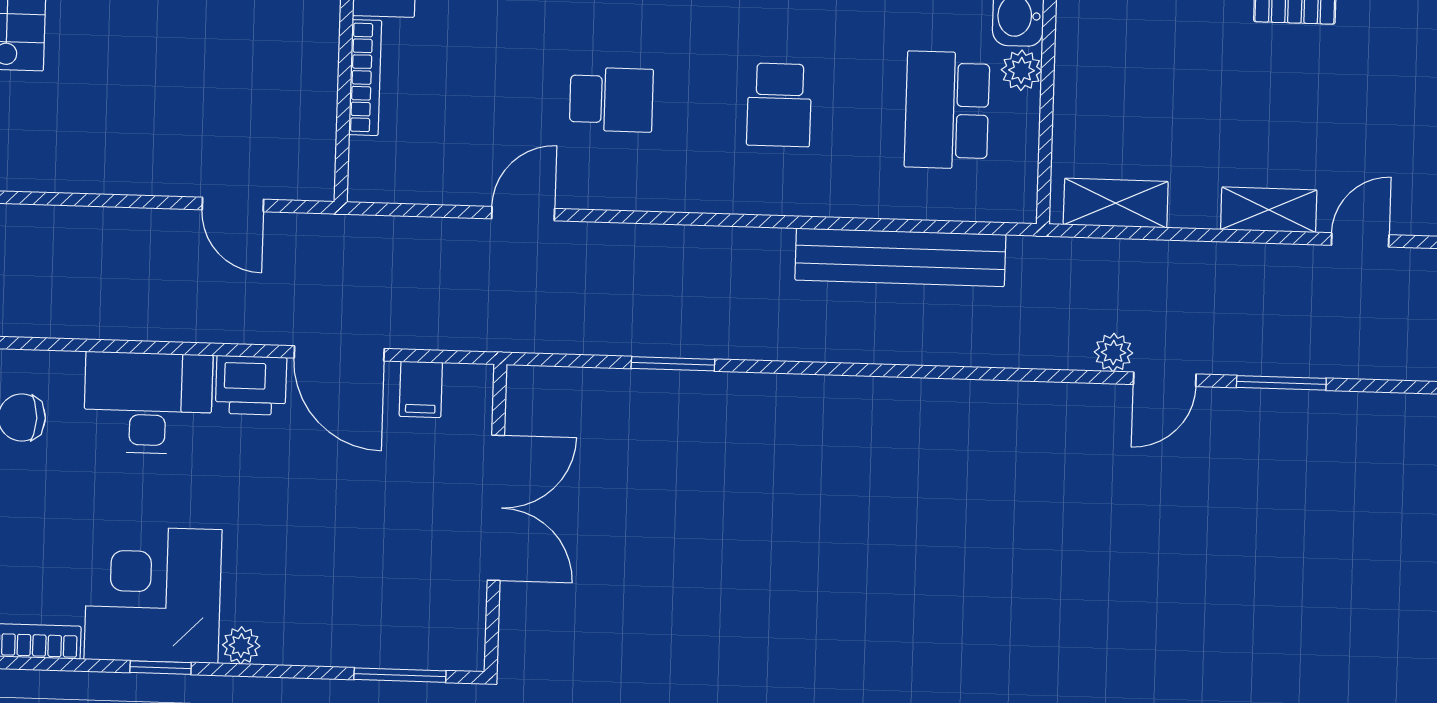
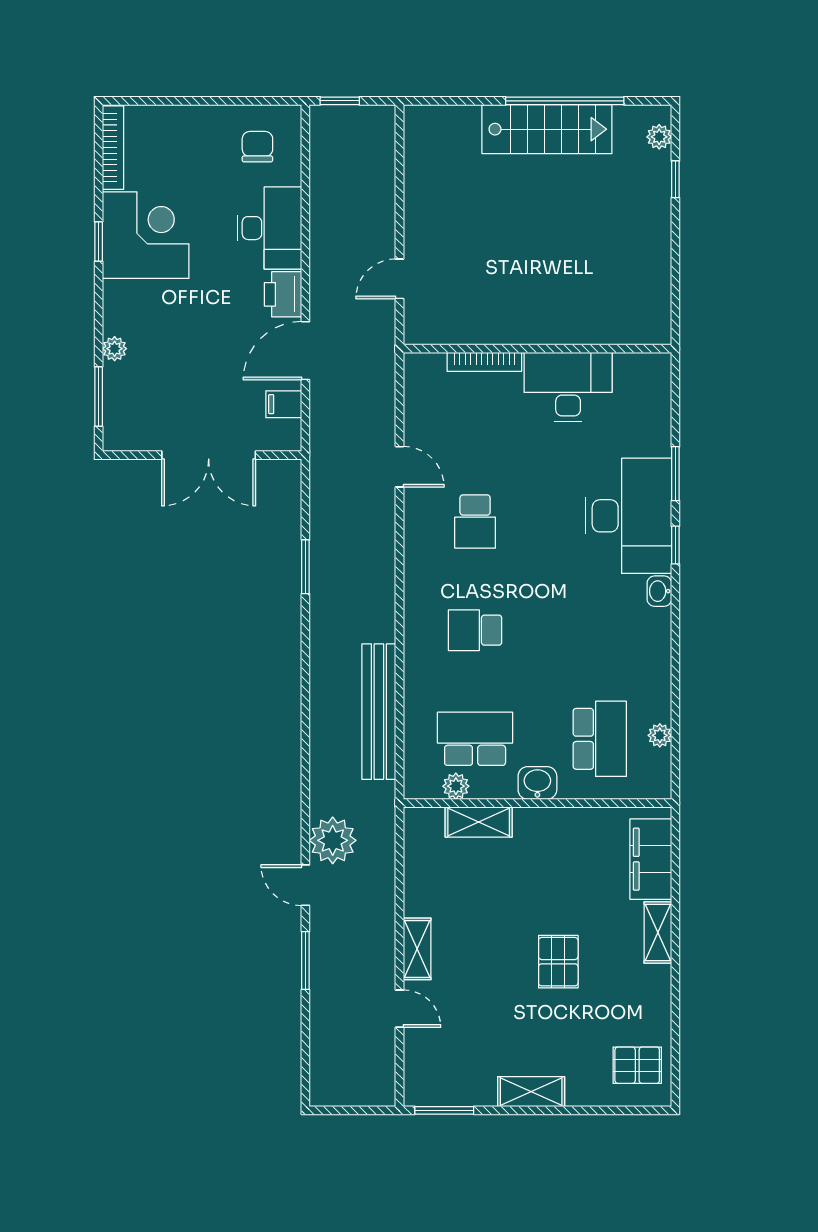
plant: (1021, 70) -> (456, 786), moved
shelving: (1116, 203) -> (479, 822), moved, turned 90
plant: (1113, 352) -> (333, 840), width x1.88, depth x1.88
plant: (241, 645) -> (115, 349), moved

